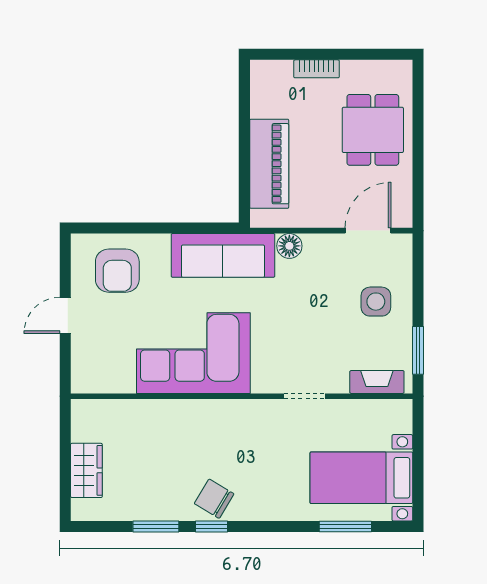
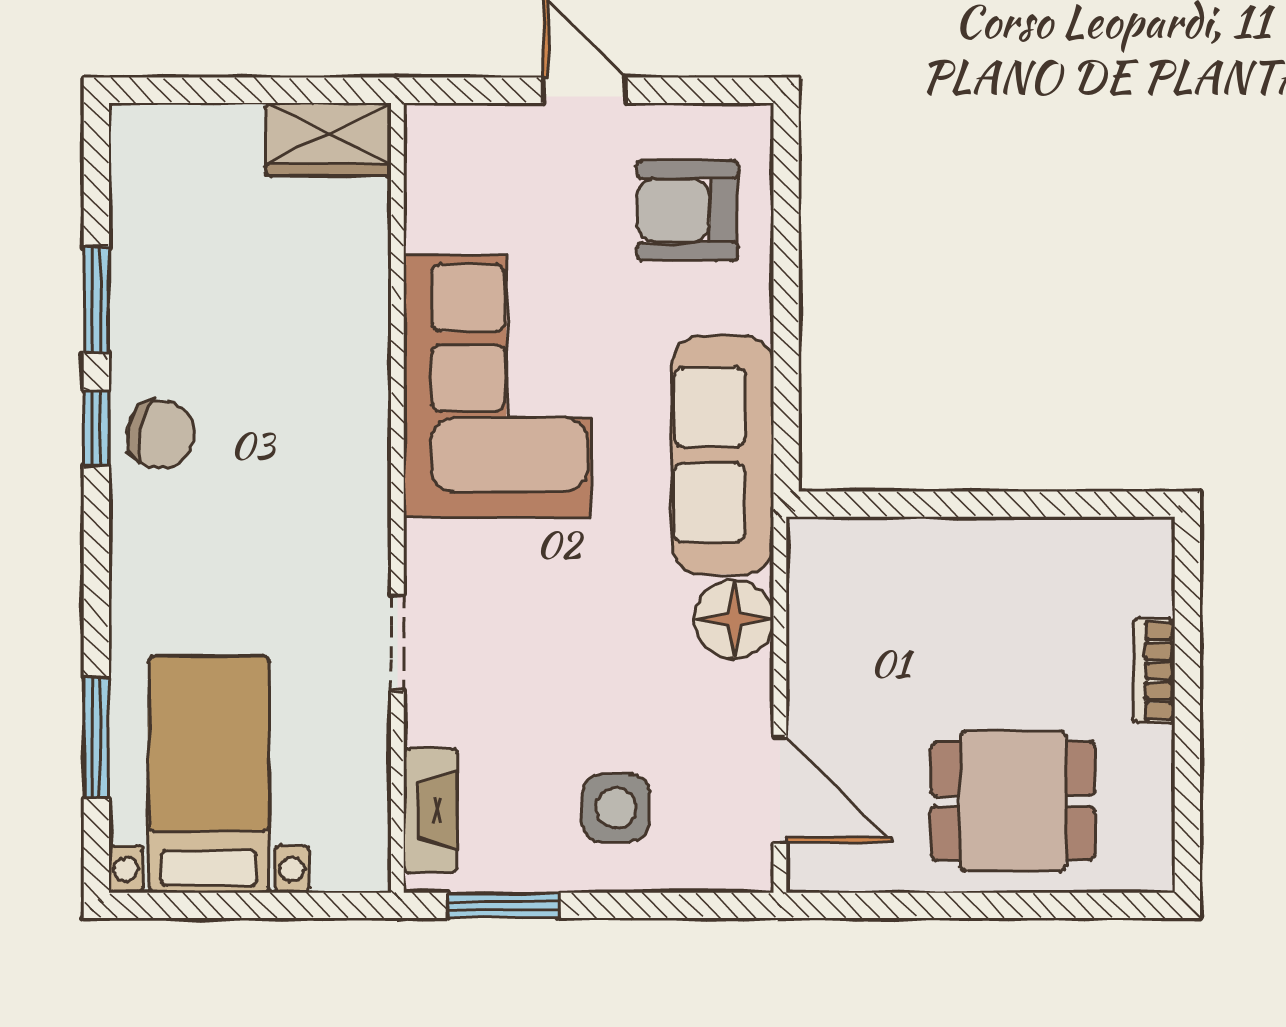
piano: (269, 164) -> (935, 562), removed
floor lamp: (289, 246) -> (734, 619), width x1.38, depth x1.38
wardrobe: (86, 470) -> (328, 139), moved
chair: (214, 499) -> (161, 434), turned 72

